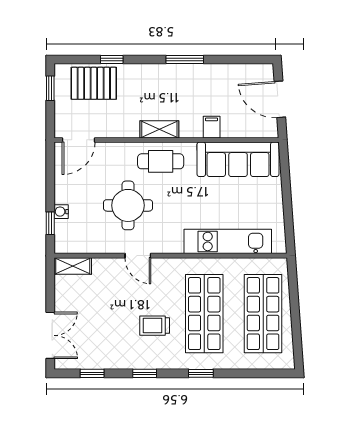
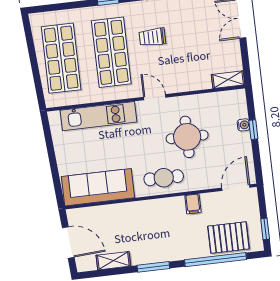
window: (112, 60) -> (216, 260), width x3.17
filing cabinet: (212, 127) -> (193, 204), moved
shelving: (159, 129) -> (113, 261), moved
window: (50, 223) -> (253, 130), moved
door: (138, 256) -> (155, 97), moved
trolley: (155, 326) -> (152, 37), turned 180

